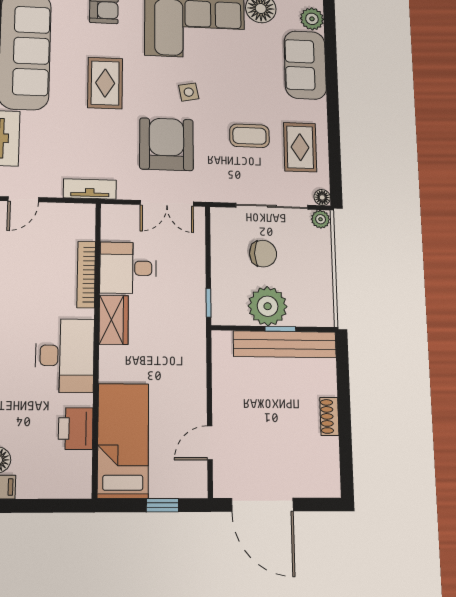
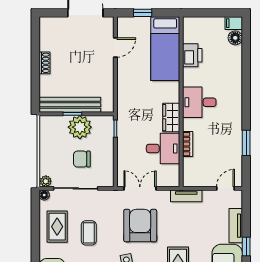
coffee table: (250, 136) -> (89, 233), turned 90
armchair: (167, 144) -> (140, 226), turned 180
bookcase: (86, 275) -> (188, 144), width x0.64
desk: (65, 356) -> (199, 102), width x0.73

